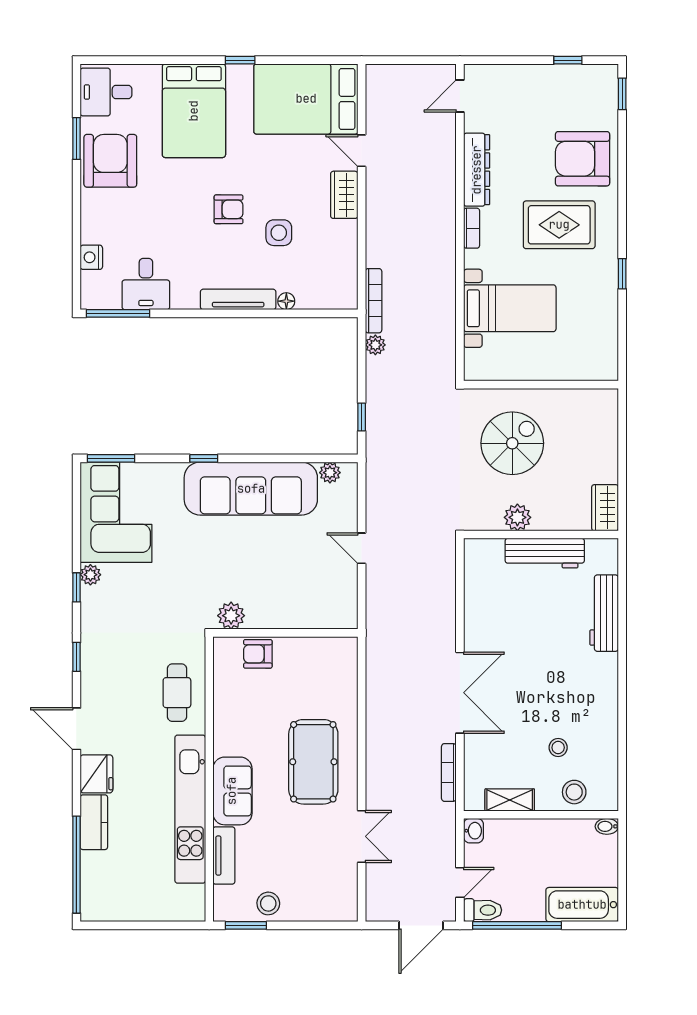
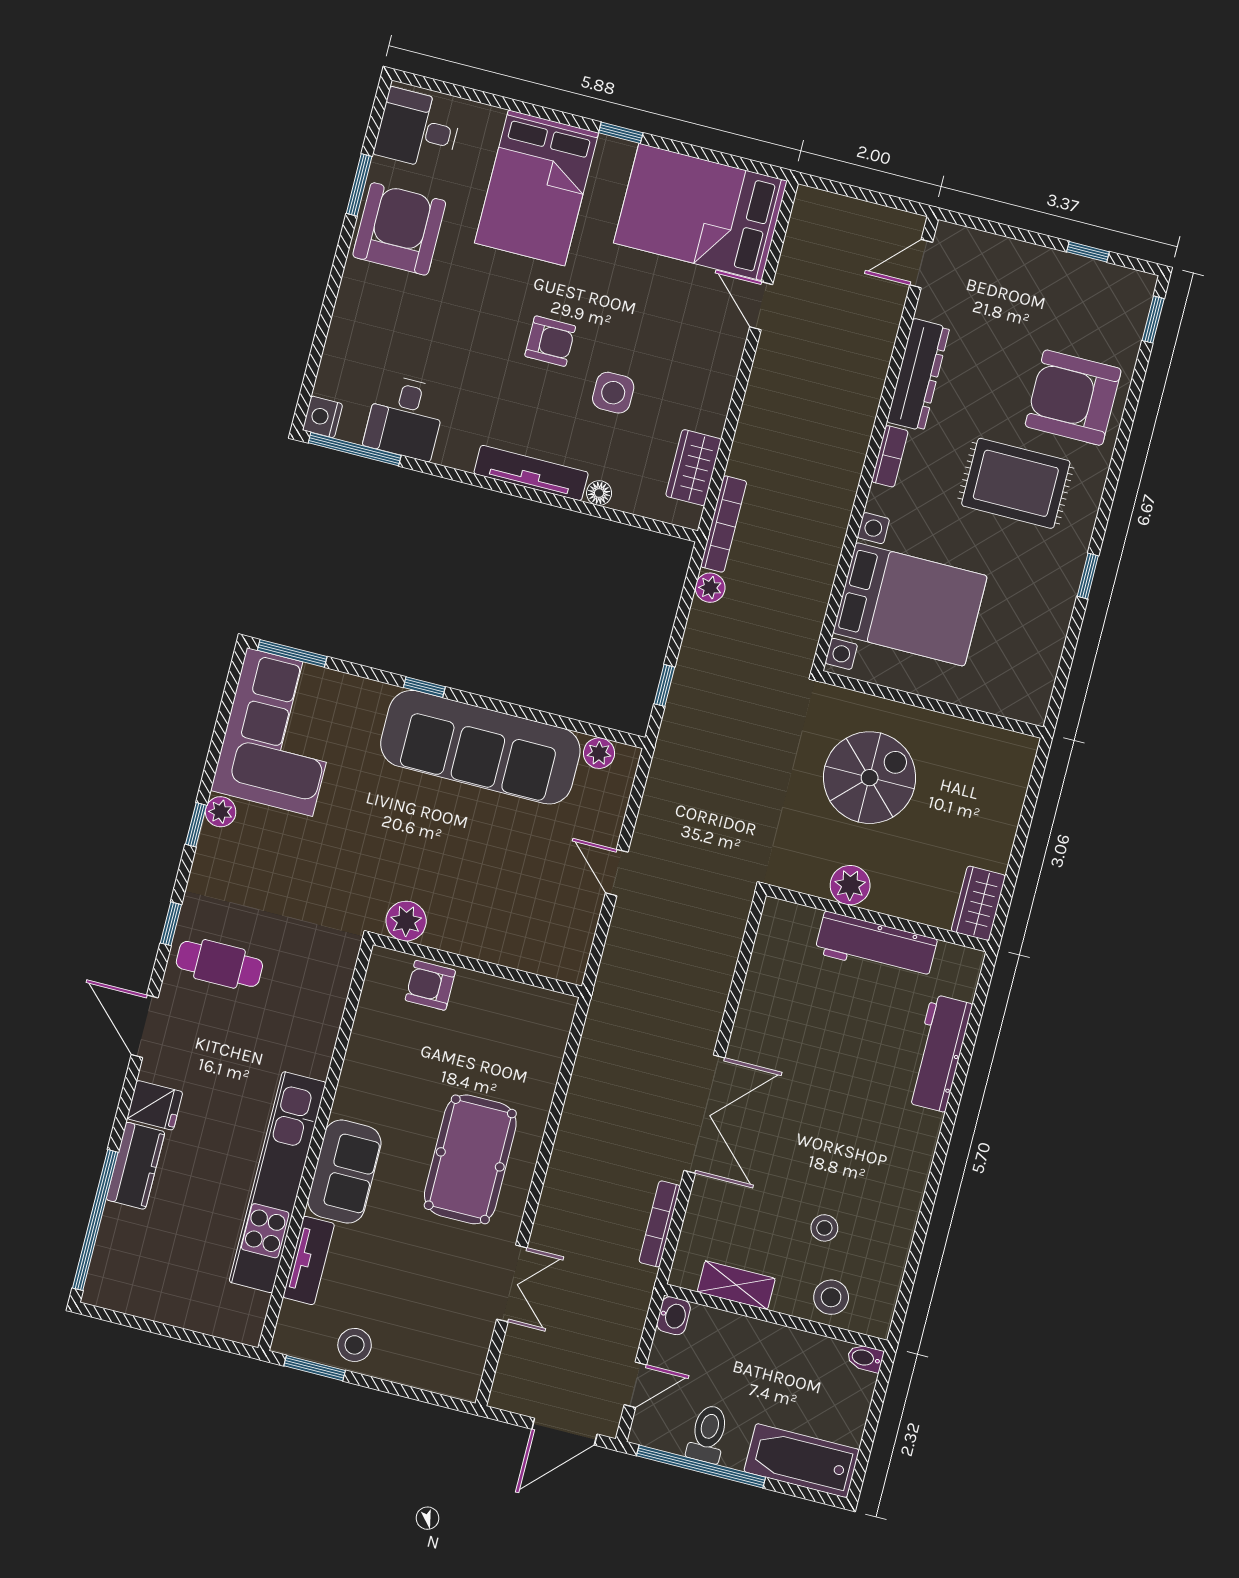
wardrobe: (344, 195) -> (693, 468), moved
nightstand: (91, 257) -> (323, 417), moved
bed with nightstands: (510, 308) -> (910, 604), width x1.36
cafe table: (177, 693) -> (219, 964), moved, turned 90
fridge: (96, 774) -> (155, 1105), width x0.72
toilet: (483, 910) -> (708, 1434), moved, turned -90

